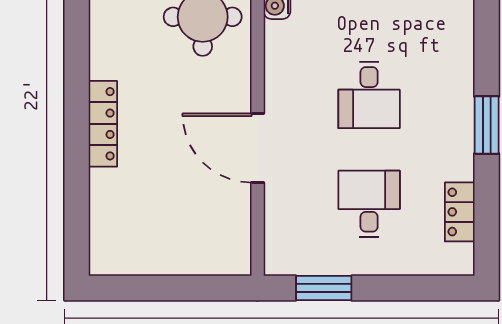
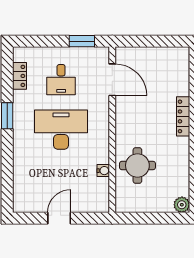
desk: (369, 95) -> (61, 130), width x1.87, depth x1.30
door: (258, 148) -> (112, 80), moved

